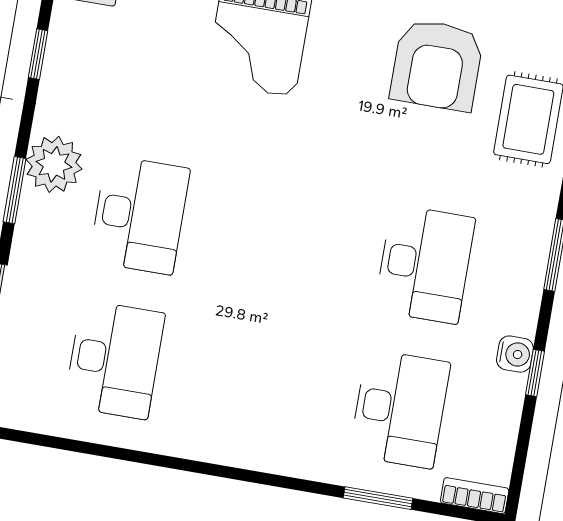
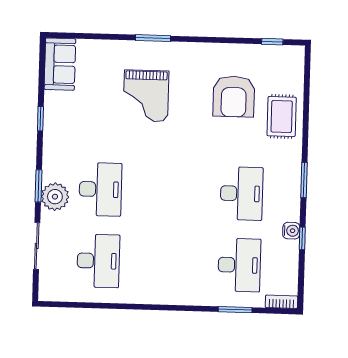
plant: (54, 164) -> (55, 197), moved

